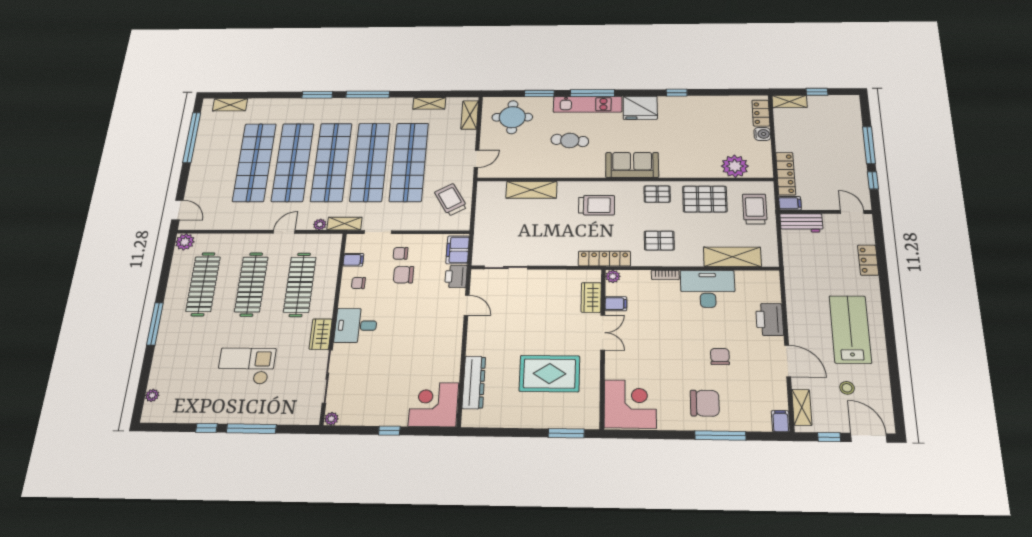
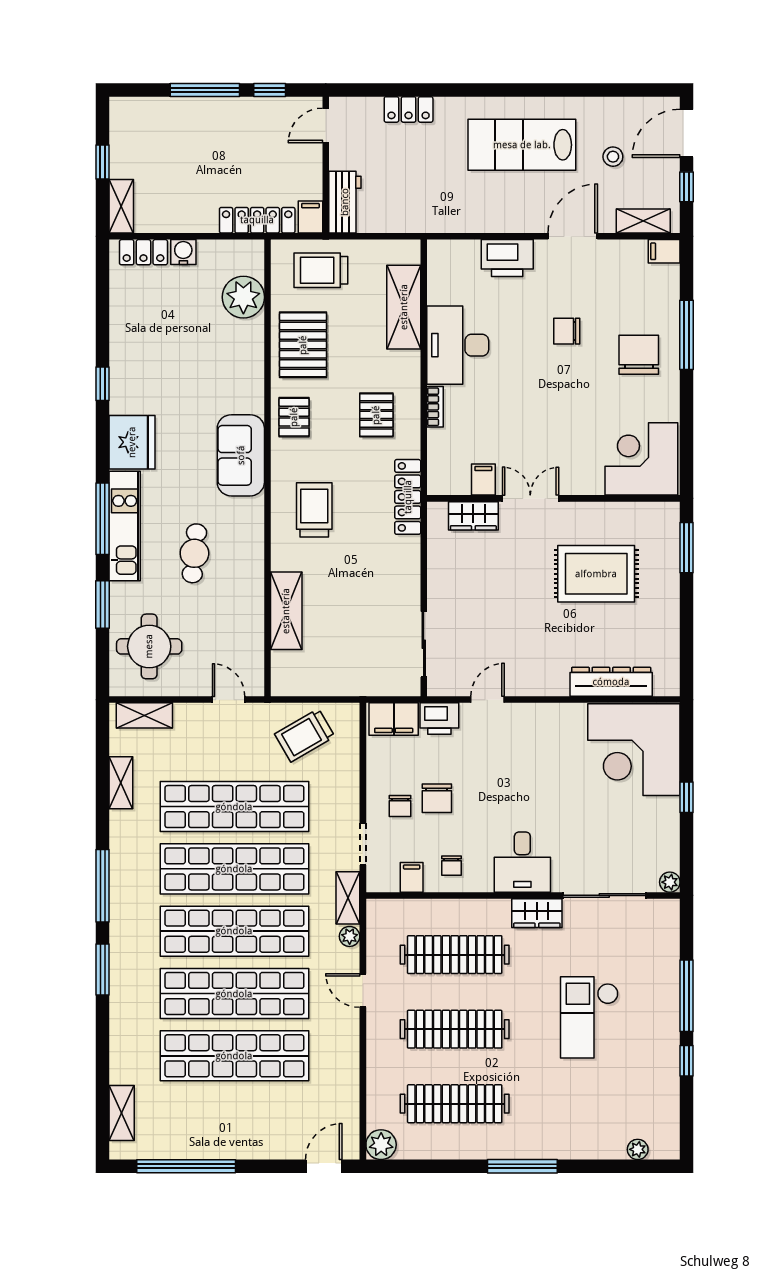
plant: (613, 276) -> (438, 484), removed
rug: (549, 374) -> (596, 574), turned 90
corner desk: (433, 405) -> (634, 750), width x1.36, depth x1.36

